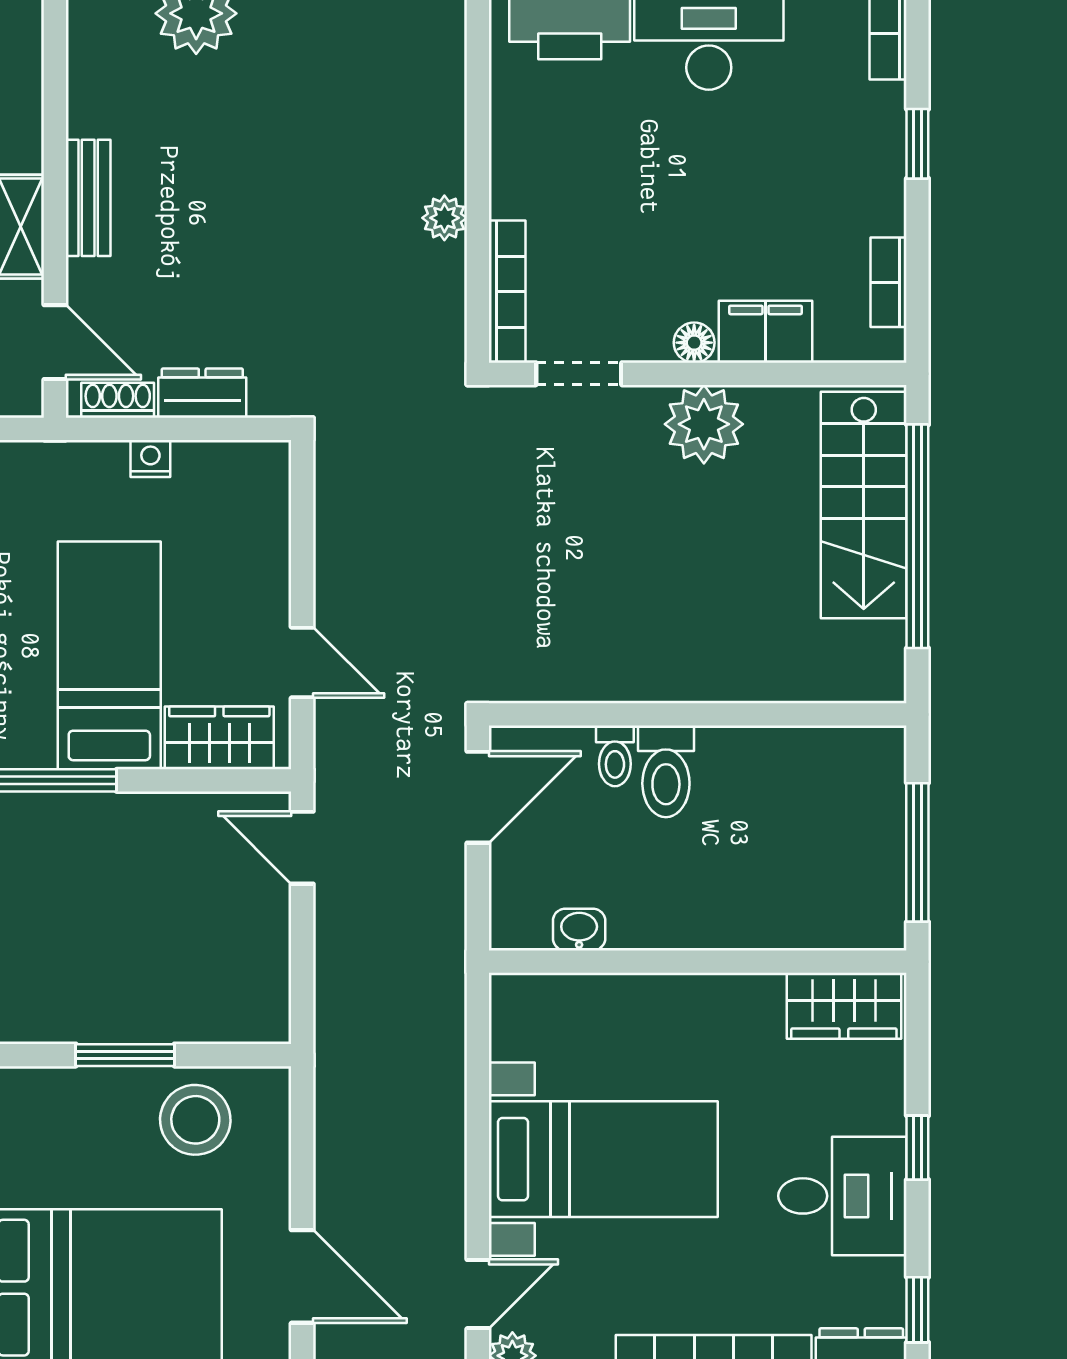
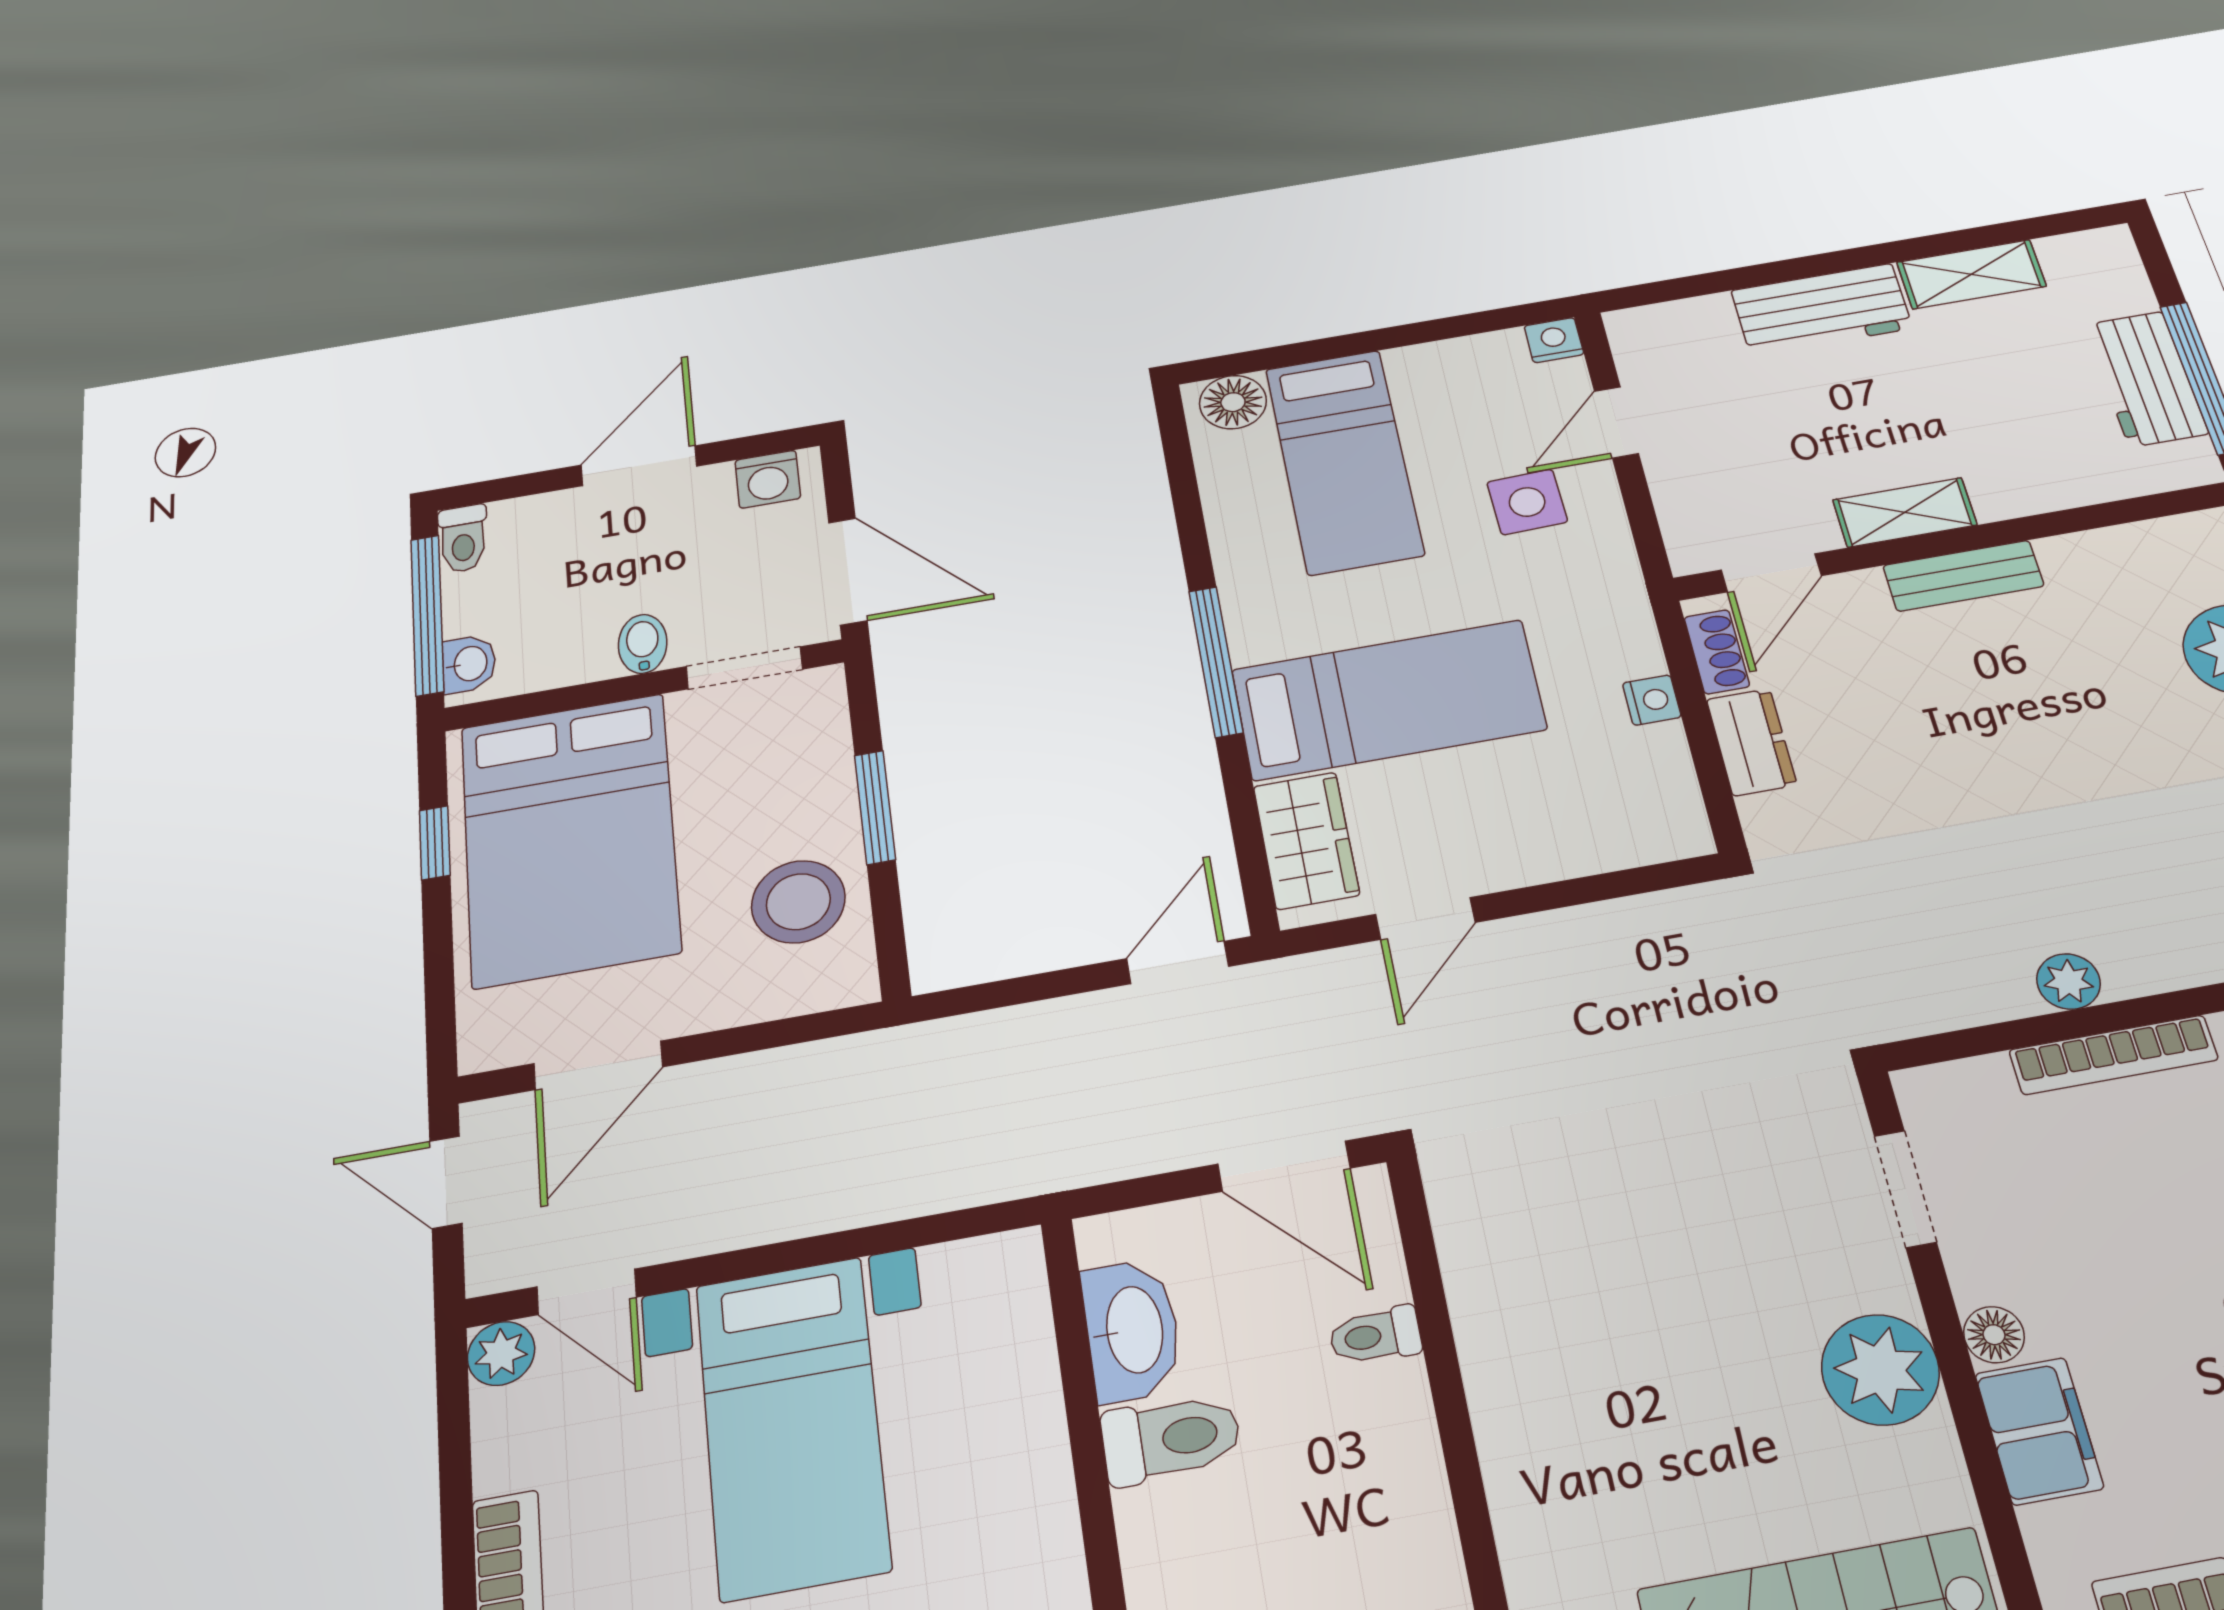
bookcase: (507, 292) -> (2113, 1055), moved
toilet: (666, 771) -> (1171, 1439), moved, turned 180
washbasin: (579, 930) -> (1132, 1330), width x1.91, depth x1.45

